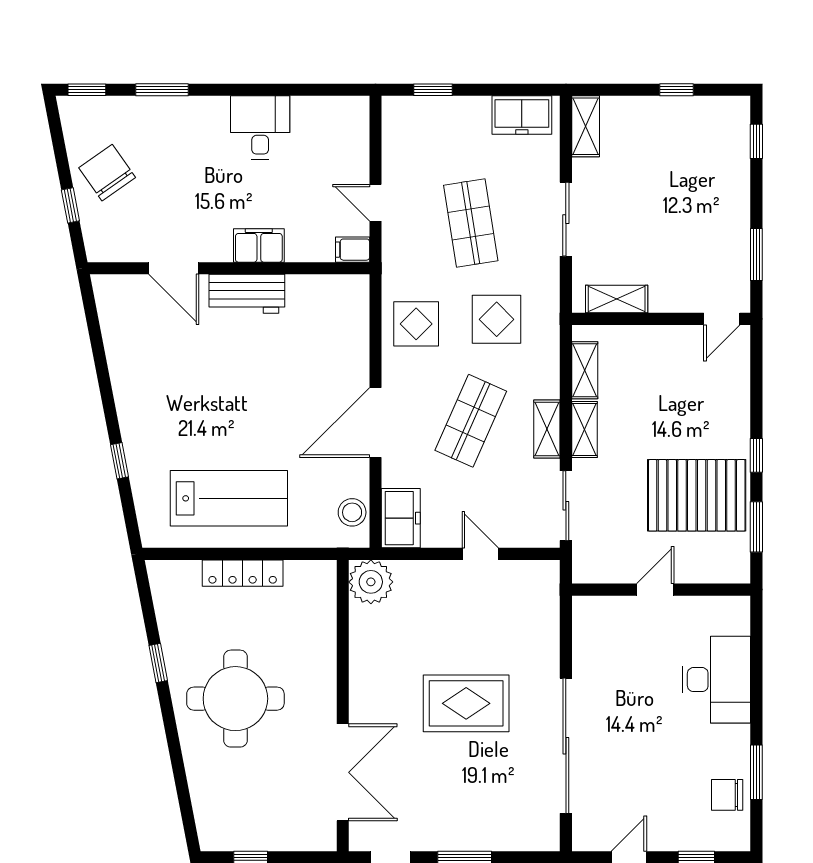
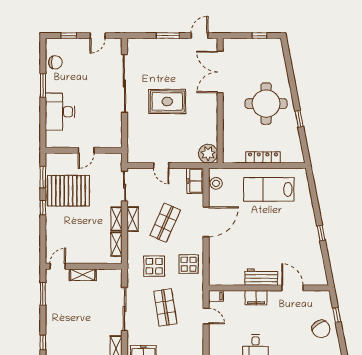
sliding door: (566, 219) -> (124, 309), width x1.37
shelving: (617, 299) -> (83, 275), moved
window: (119, 461) -> (321, 233), moved
window: (756, 772) -> (43, 85), moved

